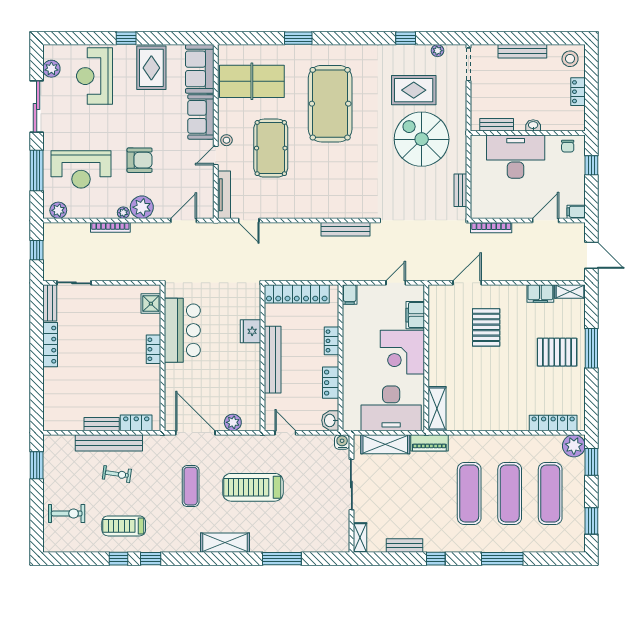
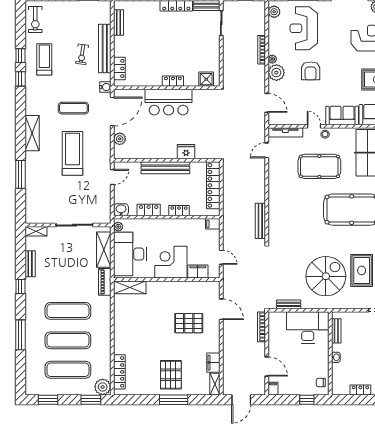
desk: (516, 157) -> (308, 327), moved, turned -90
bar counter: (182, 330) -> (169, 102), moved
bench: (102, 424) -> (118, 23), moved
plant: (354, 424) -> (118, 227), added
water cooler: (342, 442) -> (105, 87), moved
exercise bike: (67, 513) -> (35, 19), moved

